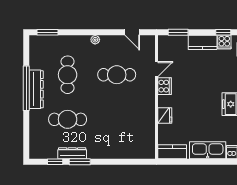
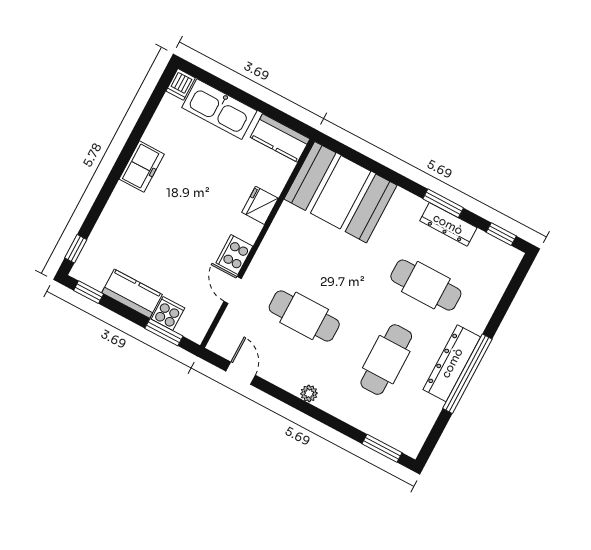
cooker: (224, 42) -> (168, 314), moved
door: (157, 69) -> (233, 290), hinge flipped
booth: (130, 142) -> (341, 192), added
window: (55, 162) -> (501, 234), moved

